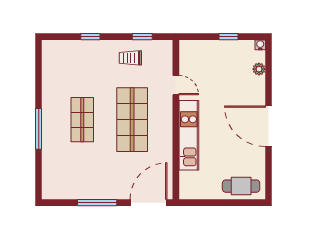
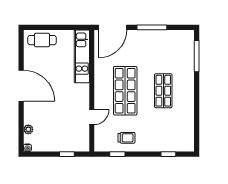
window: (90, 37) -> (168, 154), moved
window: (229, 37) -> (67, 154), moved
door: (176, 85) -> (92, 117), swing flipped
window: (39, 129) -> (197, 56), moved
kitchen unit: (189, 135) -> (82, 56), moved

